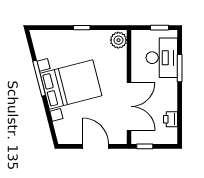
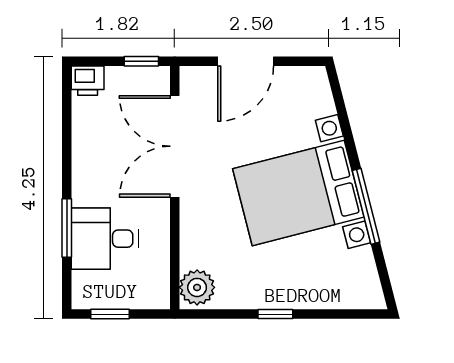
desk: (162, 58) -> (105, 239), width x0.73
printer: (171, 119) -> (88, 81), moved, turned 90
door: (96, 146) -> (246, 61), hinge flipped

